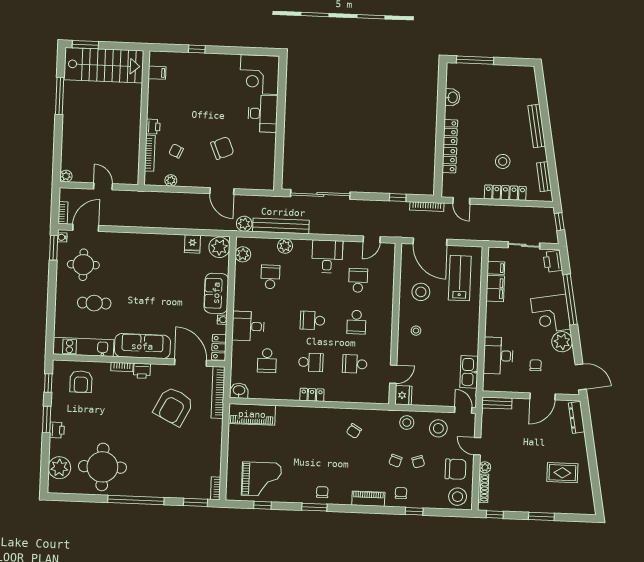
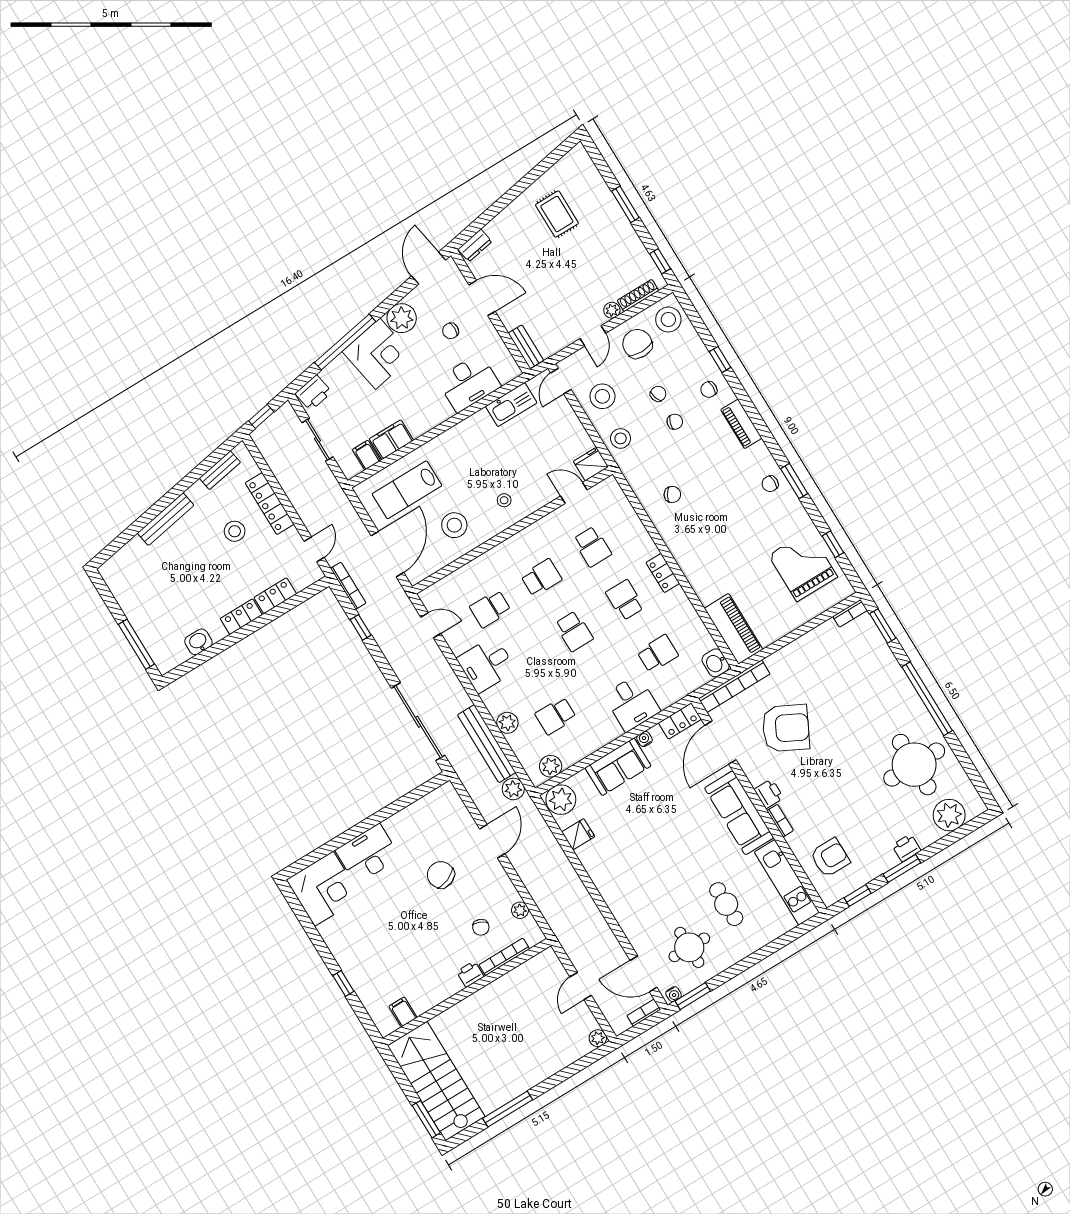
dresser: (577, 417) -> (475, 245), width x0.70

